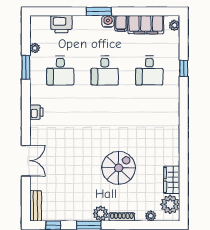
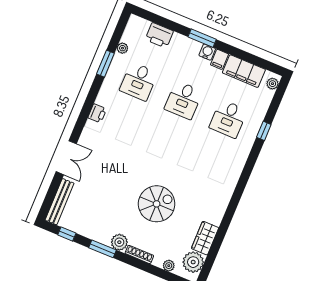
bench: (36, 206) -> (60, 202), width x1.36

